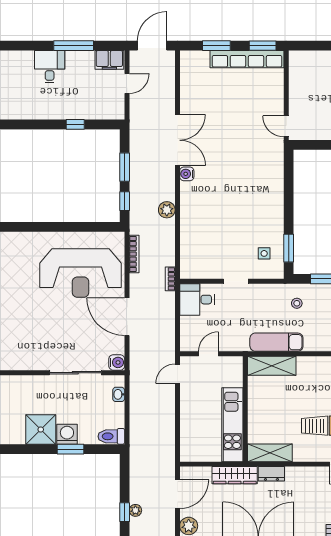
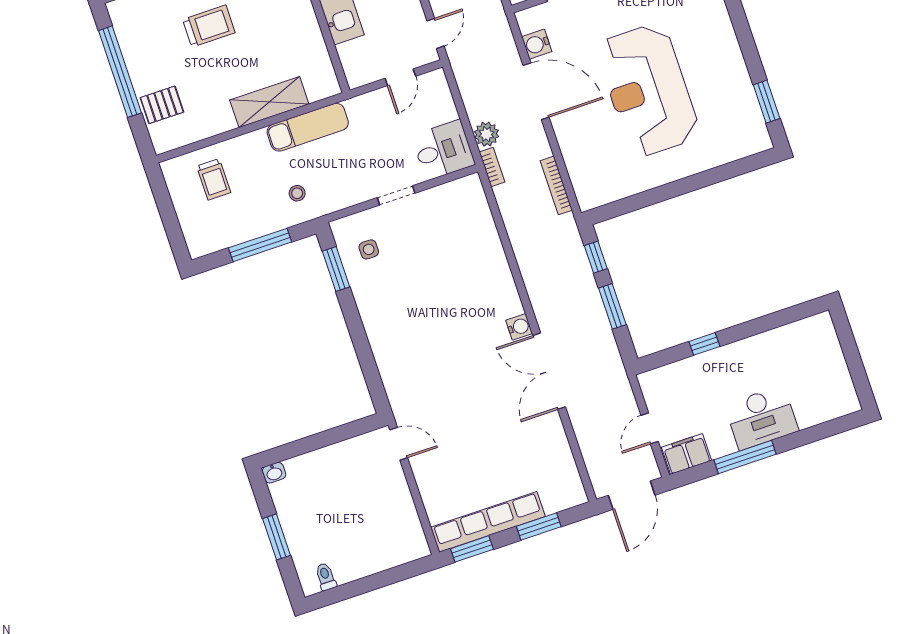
desk: (50, 67) -> (761, 418), width x1.37
plant: (167, 210) -> (486, 134), moved
reception desk: (81, 273) -> (648, 90), moved, turned -90
water cooler: (117, 362) -> (537, 44), moved
shelving: (272, 366) -> (269, 102), moved

